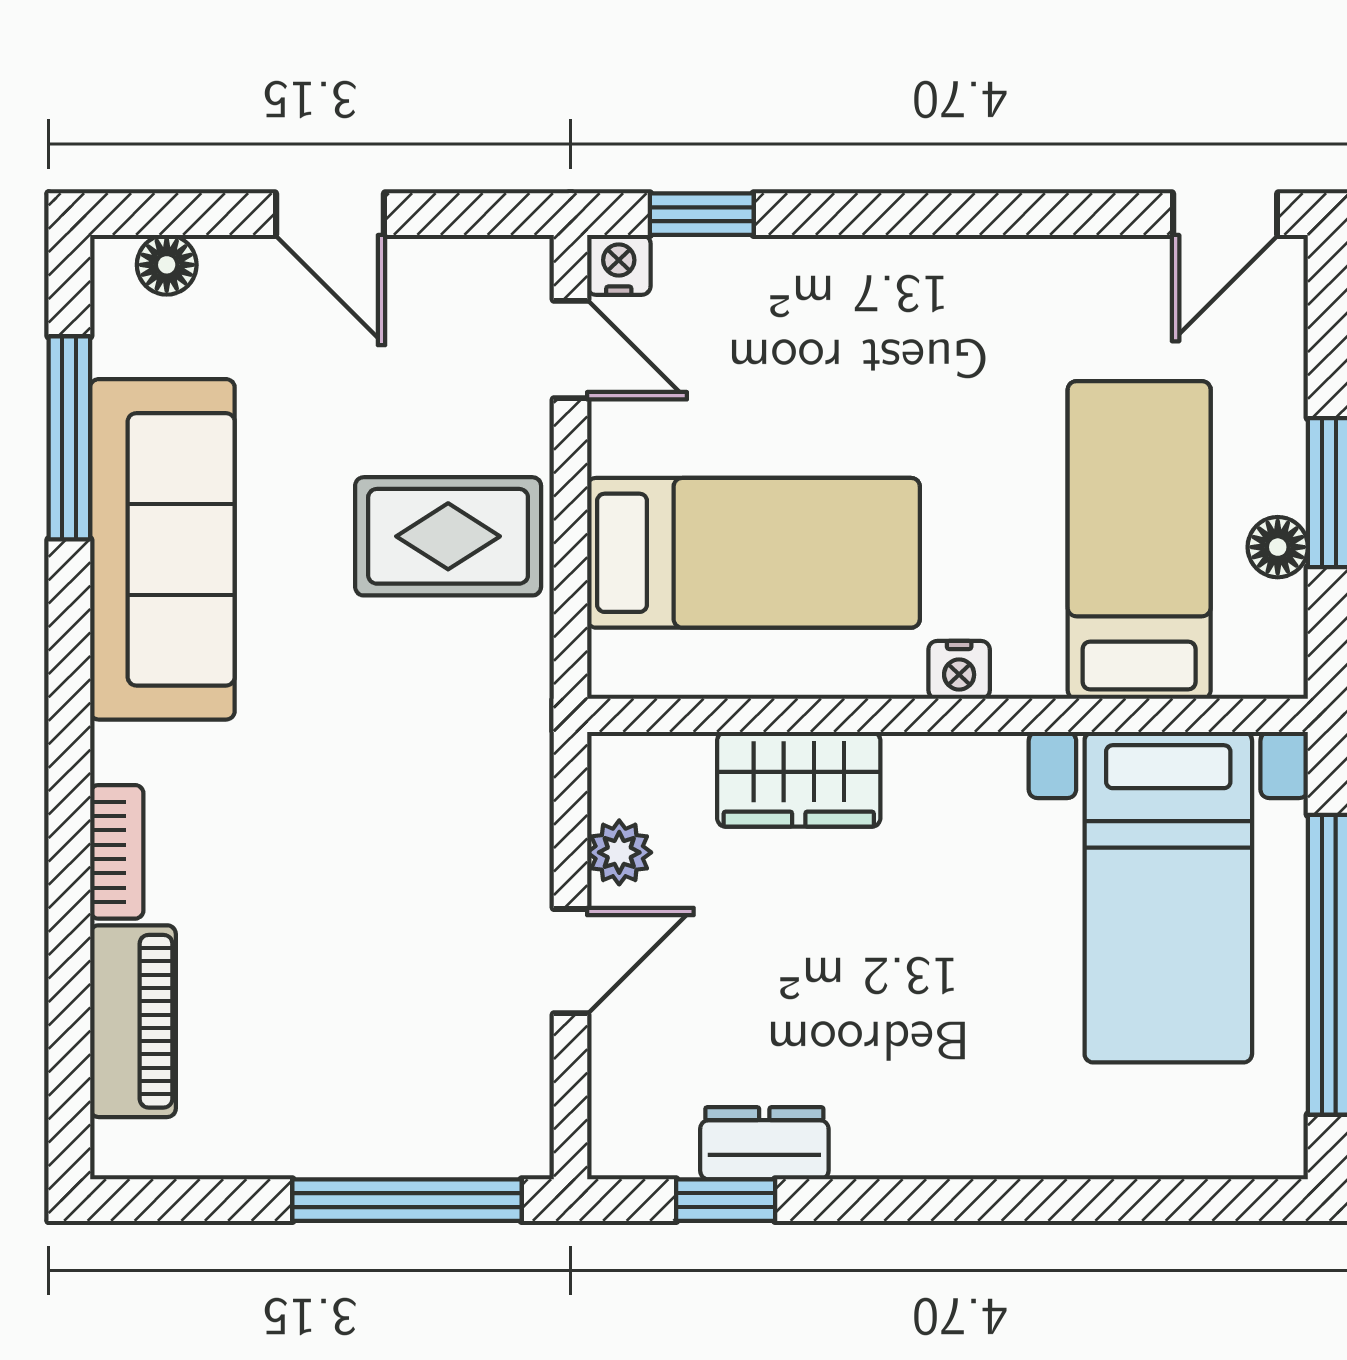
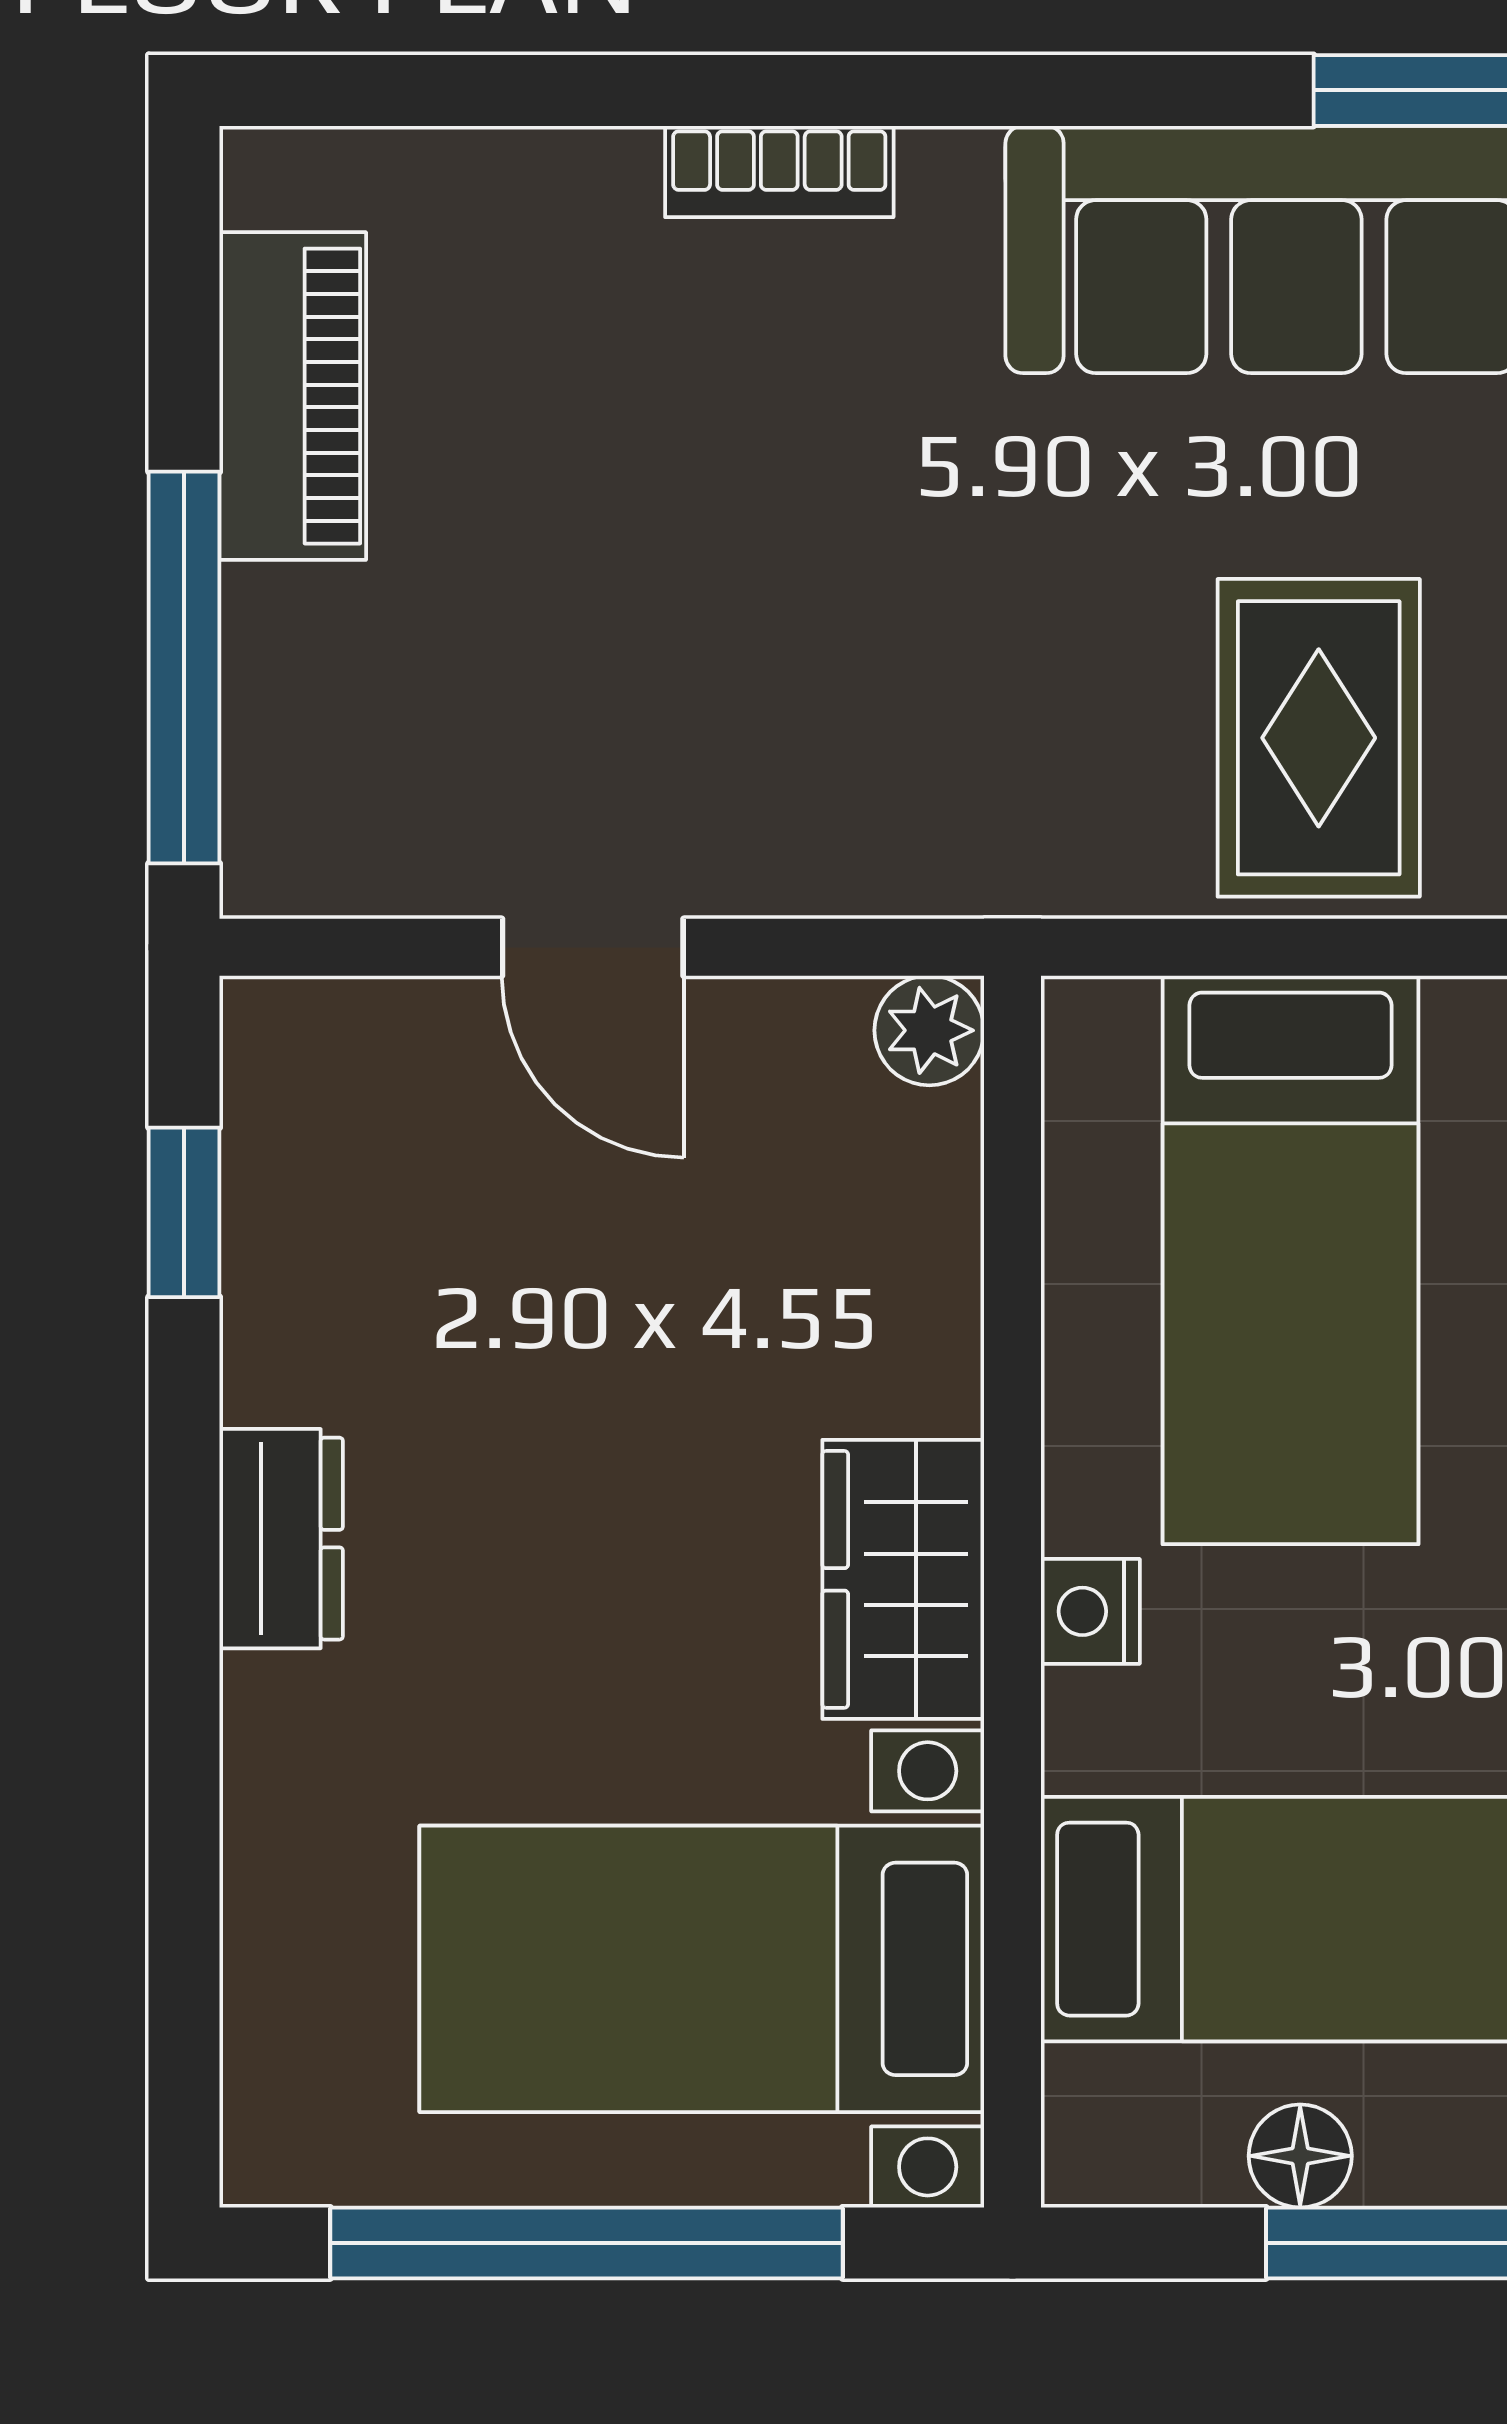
wardrobe: (799, 779) -> (903, 1579), moved
plant: (619, 852) -> (929, 1030), moved
piano: (133, 1021) -> (293, 396), moved, turned -90
dresser: (764, 1143) -> (281, 1539), moved

